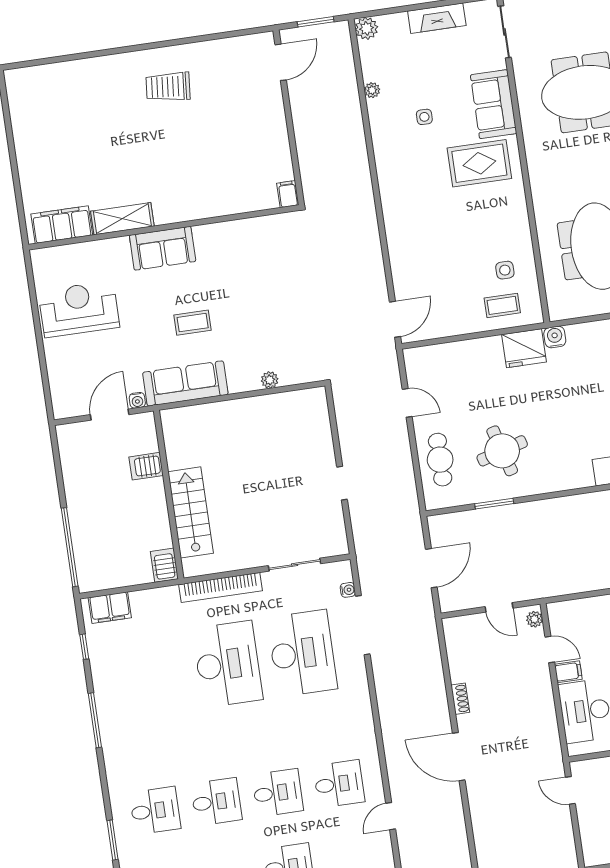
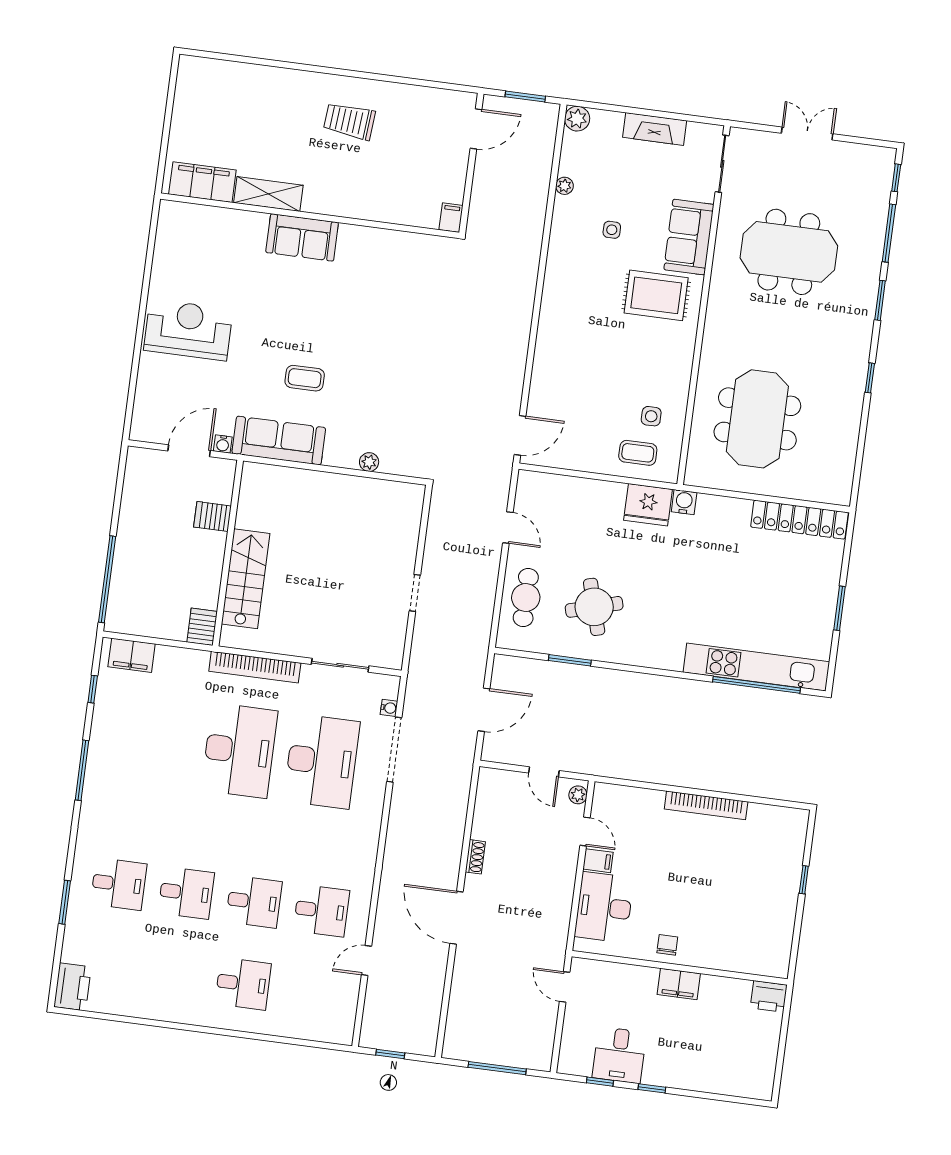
filing cabinet: (288, 194) -> (451, 218), moved
shelving: (122, 219) -> (268, 194), moved
filing cabinet: (62, 225) -> (202, 182), moved
wall: (164, 227) -> (310, 216), moved
sofa: (163, 248) -> (302, 237), moved

